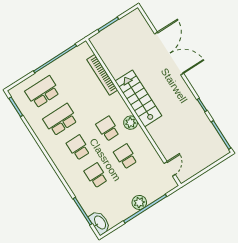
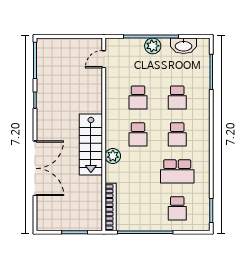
double door: (169, 54) -> (35, 168), swing flipped
bookcase: (102, 75) -> (111, 207), moved
school desk: (43, 92) -> (177, 208), width x0.54
plant: (131, 123) -> (113, 156), moved
washbasin: (100, 223) -> (184, 46), moved, turned -90

